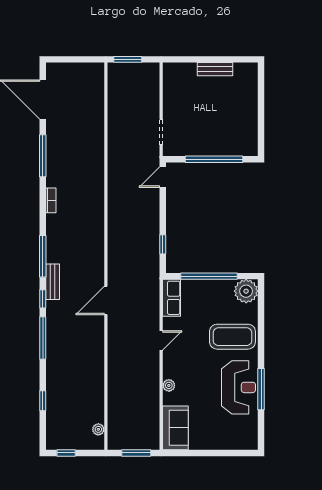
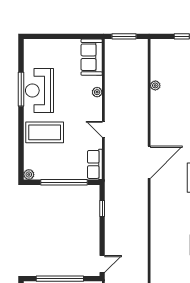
plant: (246, 291) -> (29, 175), width x0.53, depth x0.53
door: (106, 300) -> (149, 162), width x1.36
door: (161, 340) -> (103, 129), hinge flipped
plant: (98, 429) -> (155, 85), moved

